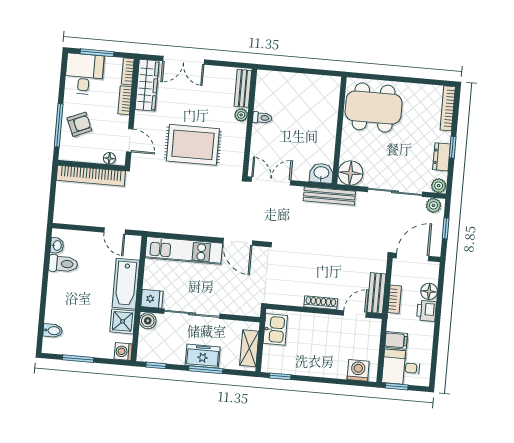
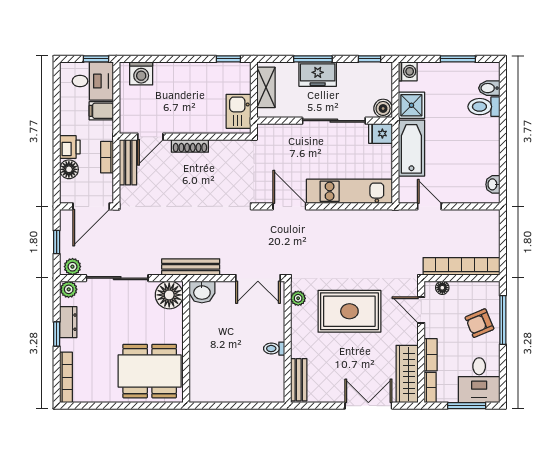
plant: (241, 115) -> (298, 298), moved
toilet: (63, 264) -> (484, 107), moved

